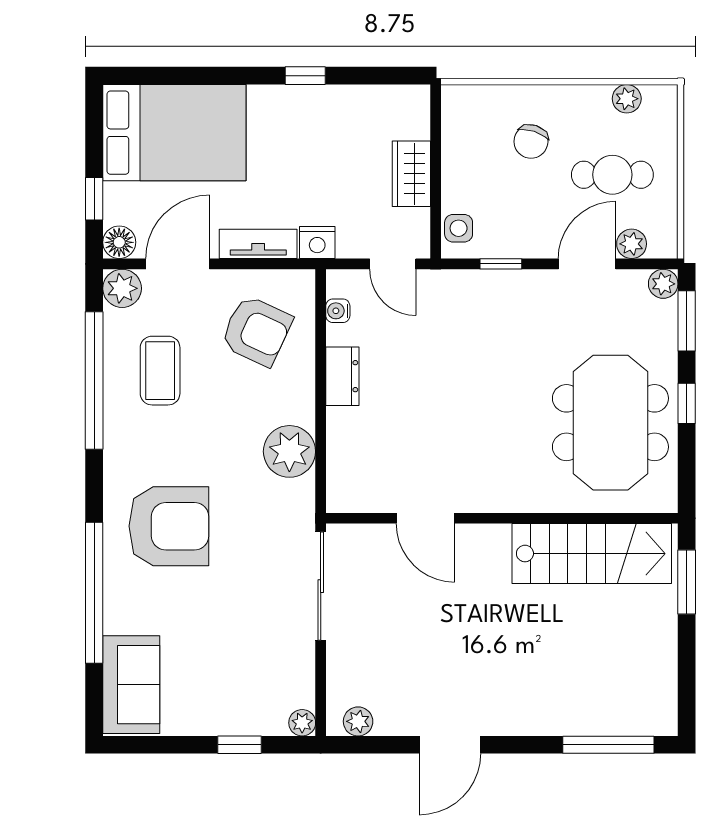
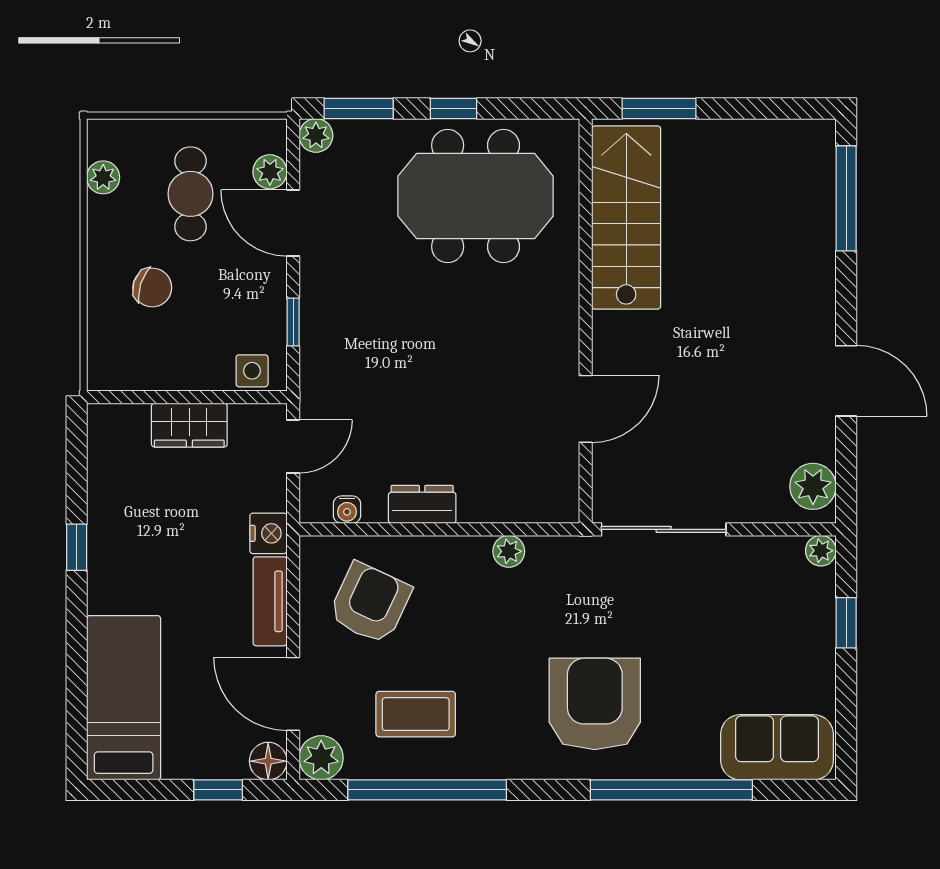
bed: (174, 133) -> (124, 698), width x0.67
plant: (289, 451) -> (509, 551), width x0.53, depth x0.53
plant: (358, 721) -> (813, 486), width x1.38, depth x1.38

